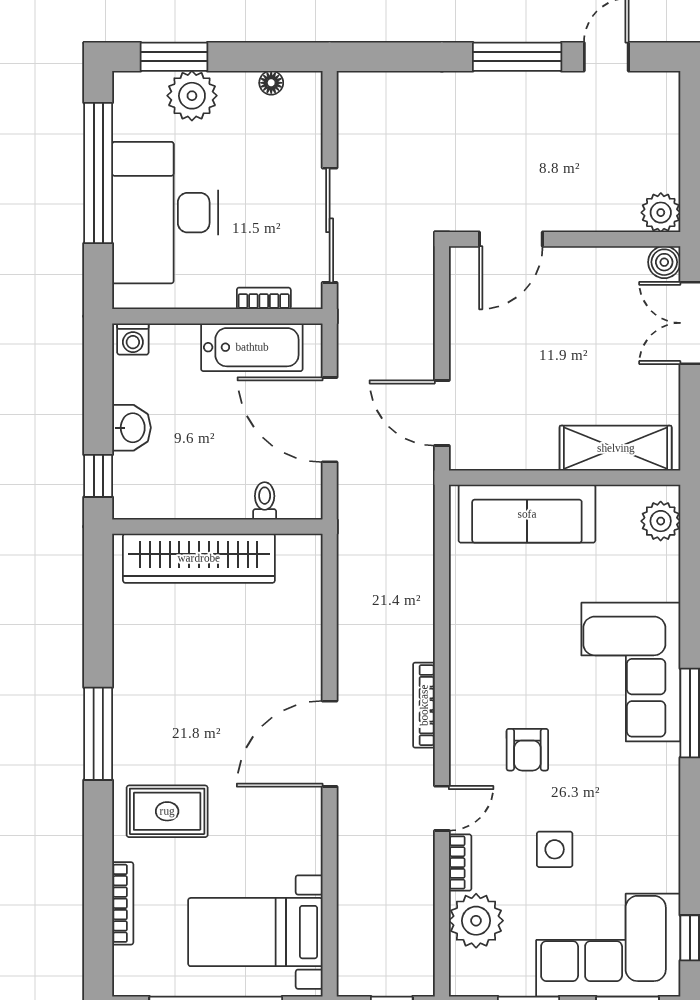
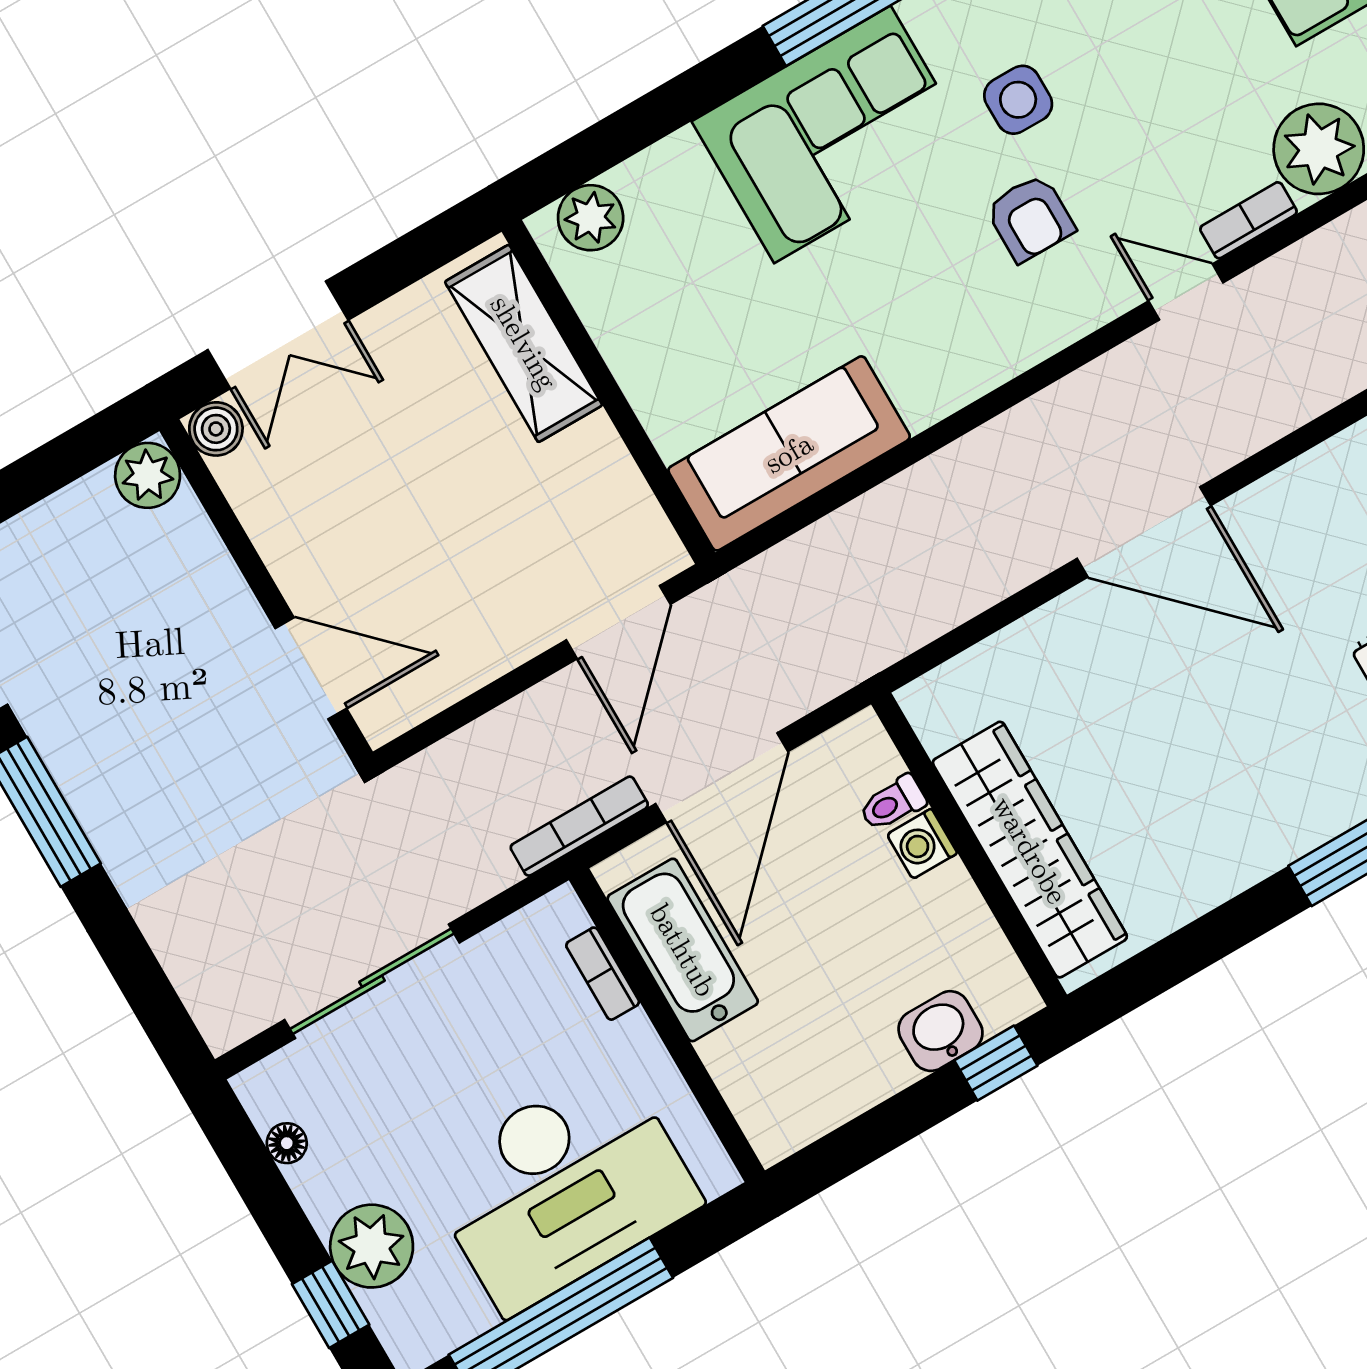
window: (174, 57) -> (331, 1304), width x0.67
sliding door: (330, 225) -> (372, 981), moved
washing machine: (133, 339) -> (922, 844), moved, turned 180
washbasin: (132, 428) -> (941, 1031), moved
sofa: (527, 514) -> (789, 453), moved, turned -90
bookcase: (424, 705) -> (579, 826), moved, turned 180
door: (330, 744) -> (1144, 532), moved
armchair: (527, 750) -> (1030, 218), turned 90
side table: (555, 849) -> (1018, 100), moved

